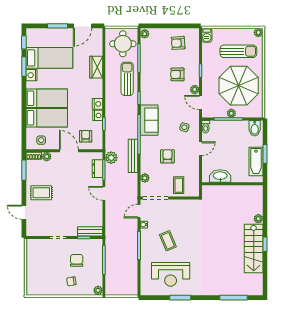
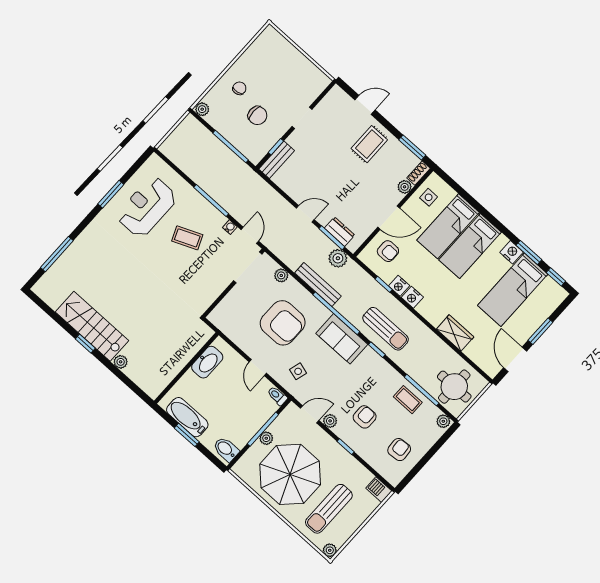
sun lounger: (127, 79) -> (386, 329), moved
armchair: (167, 156) -> (283, 323), width x1.88, depth x1.88
coffee table: (179, 185) -> (408, 400), moved

